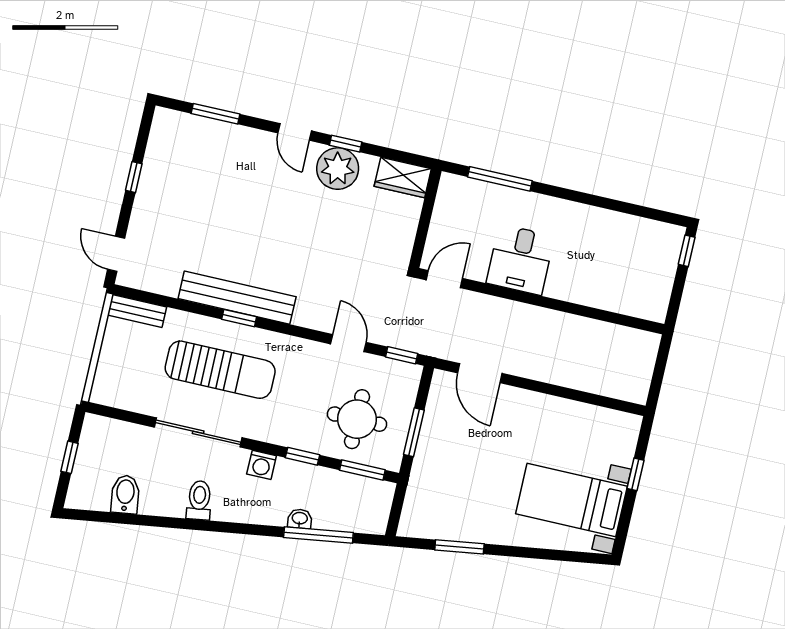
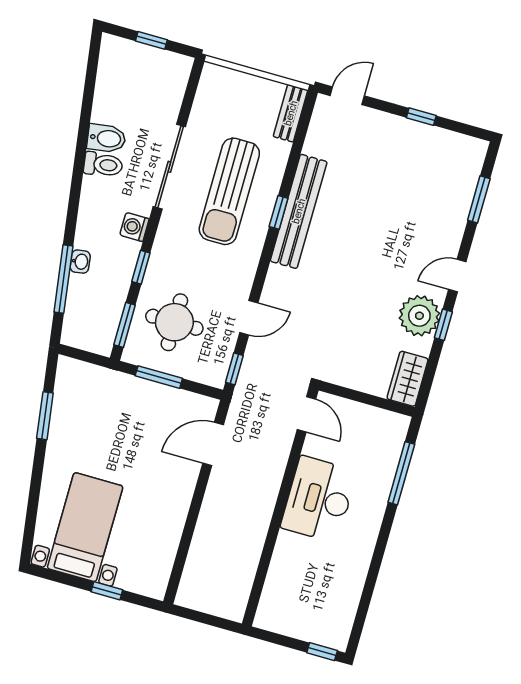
desk: (520, 260) -> (319, 499), width x1.37
bidet: (125, 494) -> (106, 138), moved

